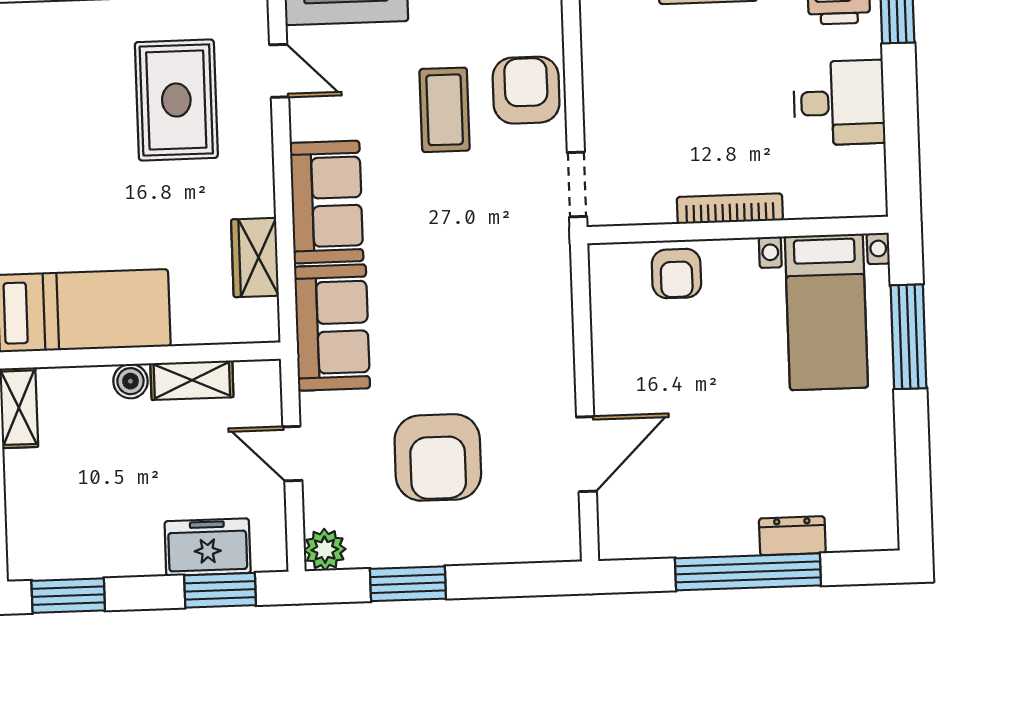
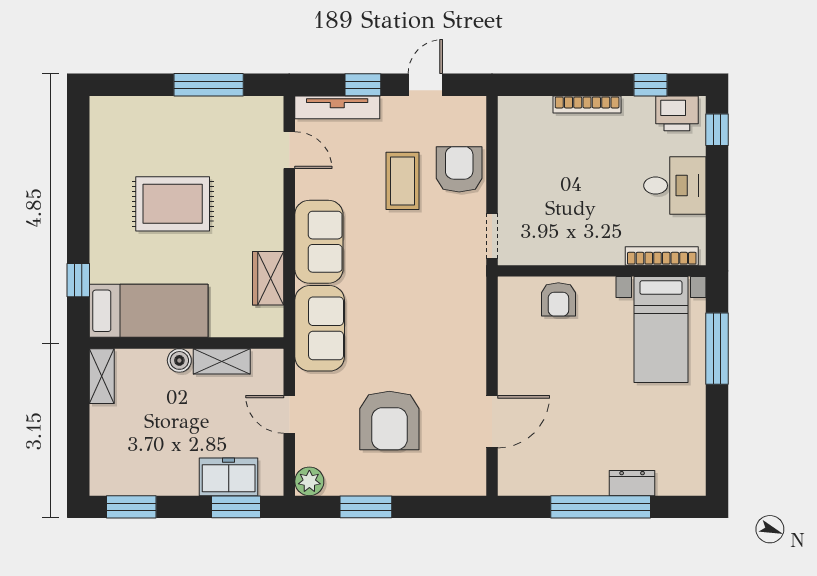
rug: (176, 100) -> (173, 204), moved, turned 90
bookcase: (730, 209) -> (662, 256), moved

